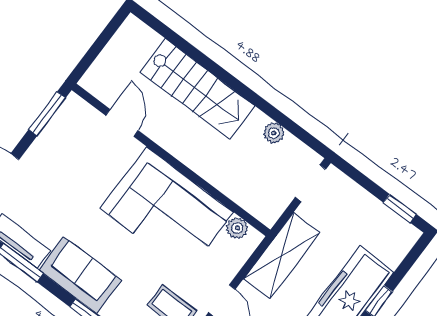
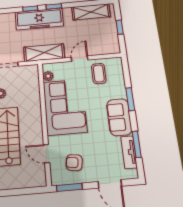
door: (122, 123) -> (47, 154), hinge flipped
armchair: (74, 151) -> (74, 163), added

